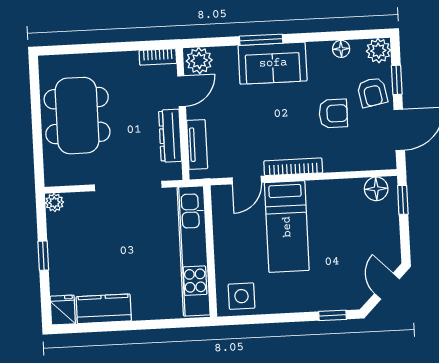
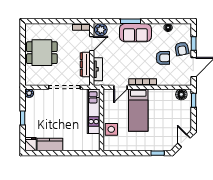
plant: (378, 51) -> (186, 29), removed
dining table: (77, 116) -> (42, 53), width x0.73
kitchen unit: (194, 251) -> (94, 111), width x0.73
side table: (242, 296) -> (111, 129), moved

